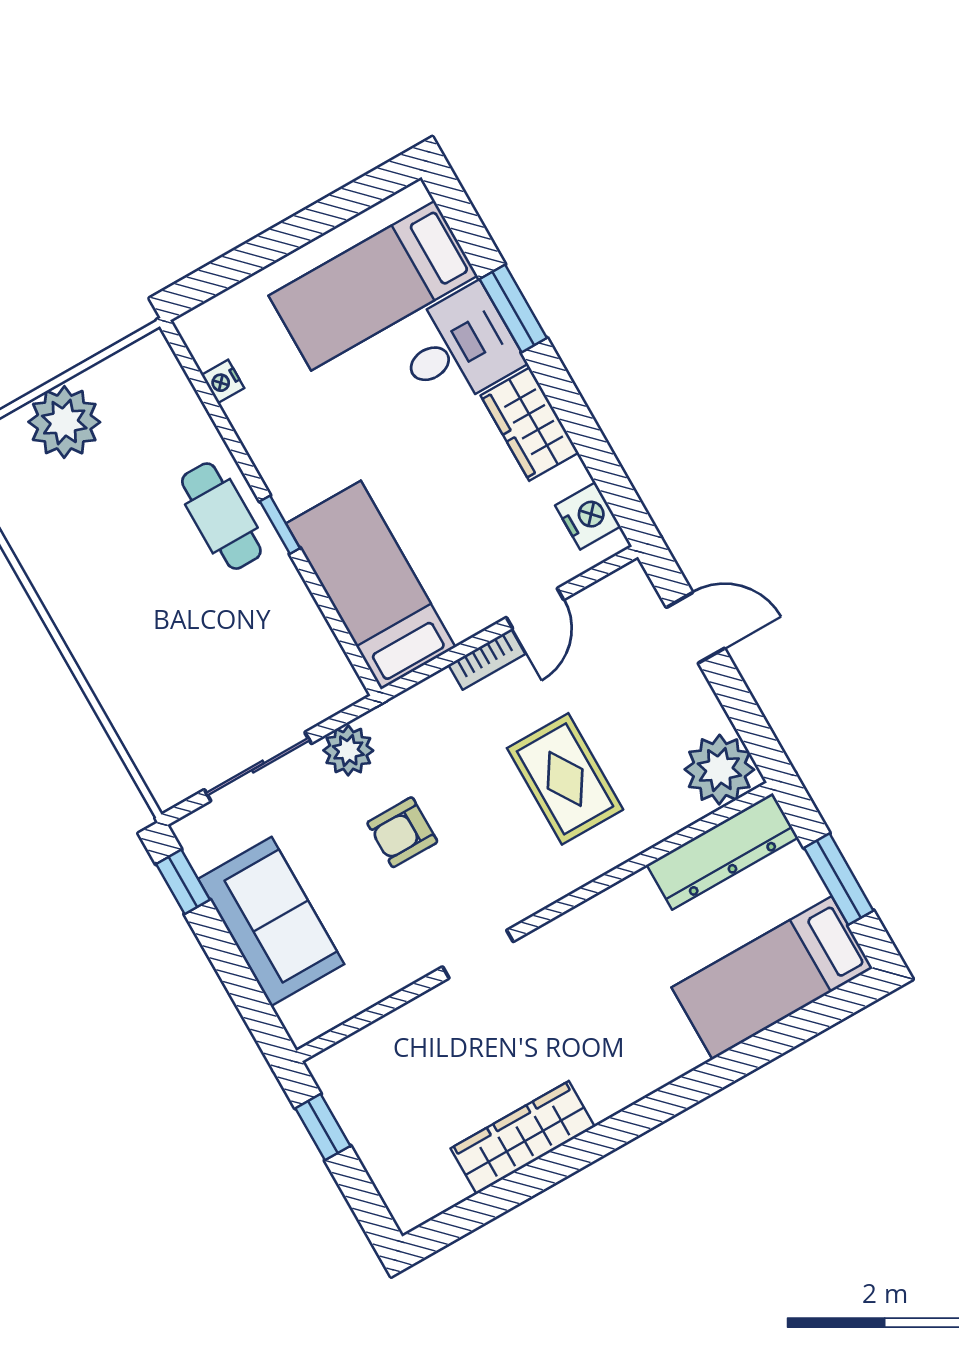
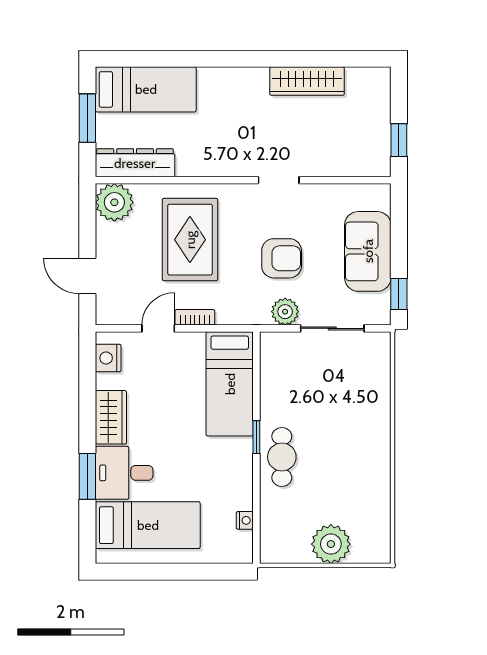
rug: (565, 779) -> (190, 240), width x1.36, depth x1.43
armchair: (402, 832) -> (282, 258), width x1.38, depth x1.38

